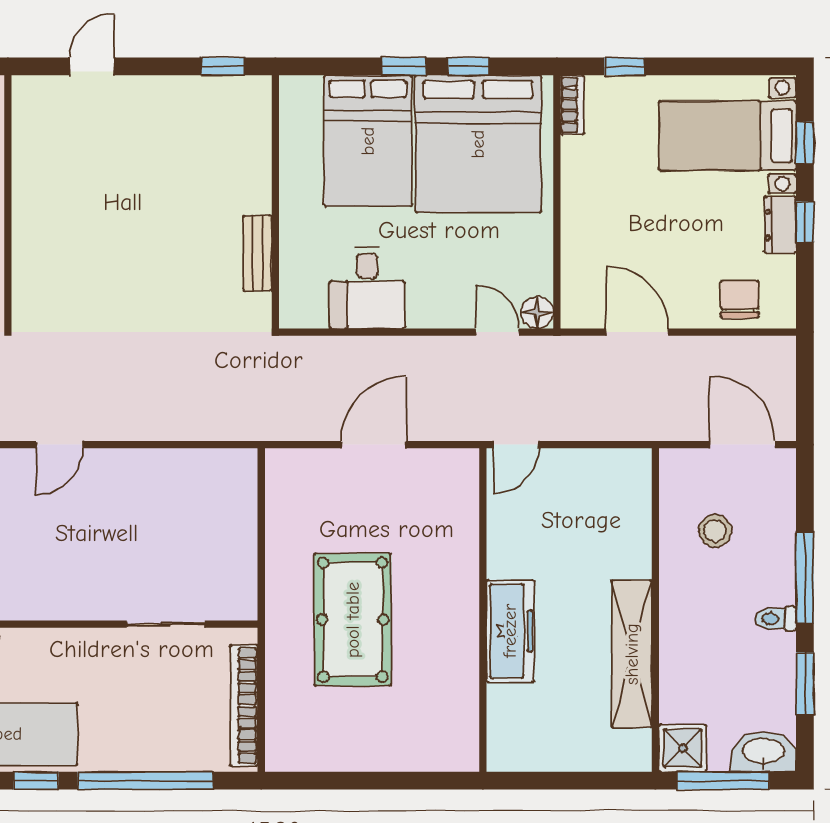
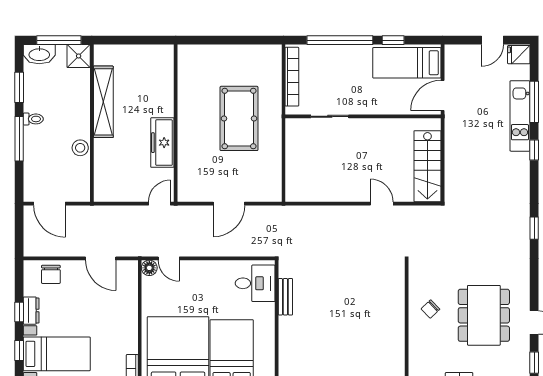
desk: (367, 288) -> (255, 283), moved, turned 90
door: (59, 445) -> (382, 204), hinge flipped
stool: (715, 531) -> (80, 148), moved
freezer: (510, 631) -> (162, 143), moved

